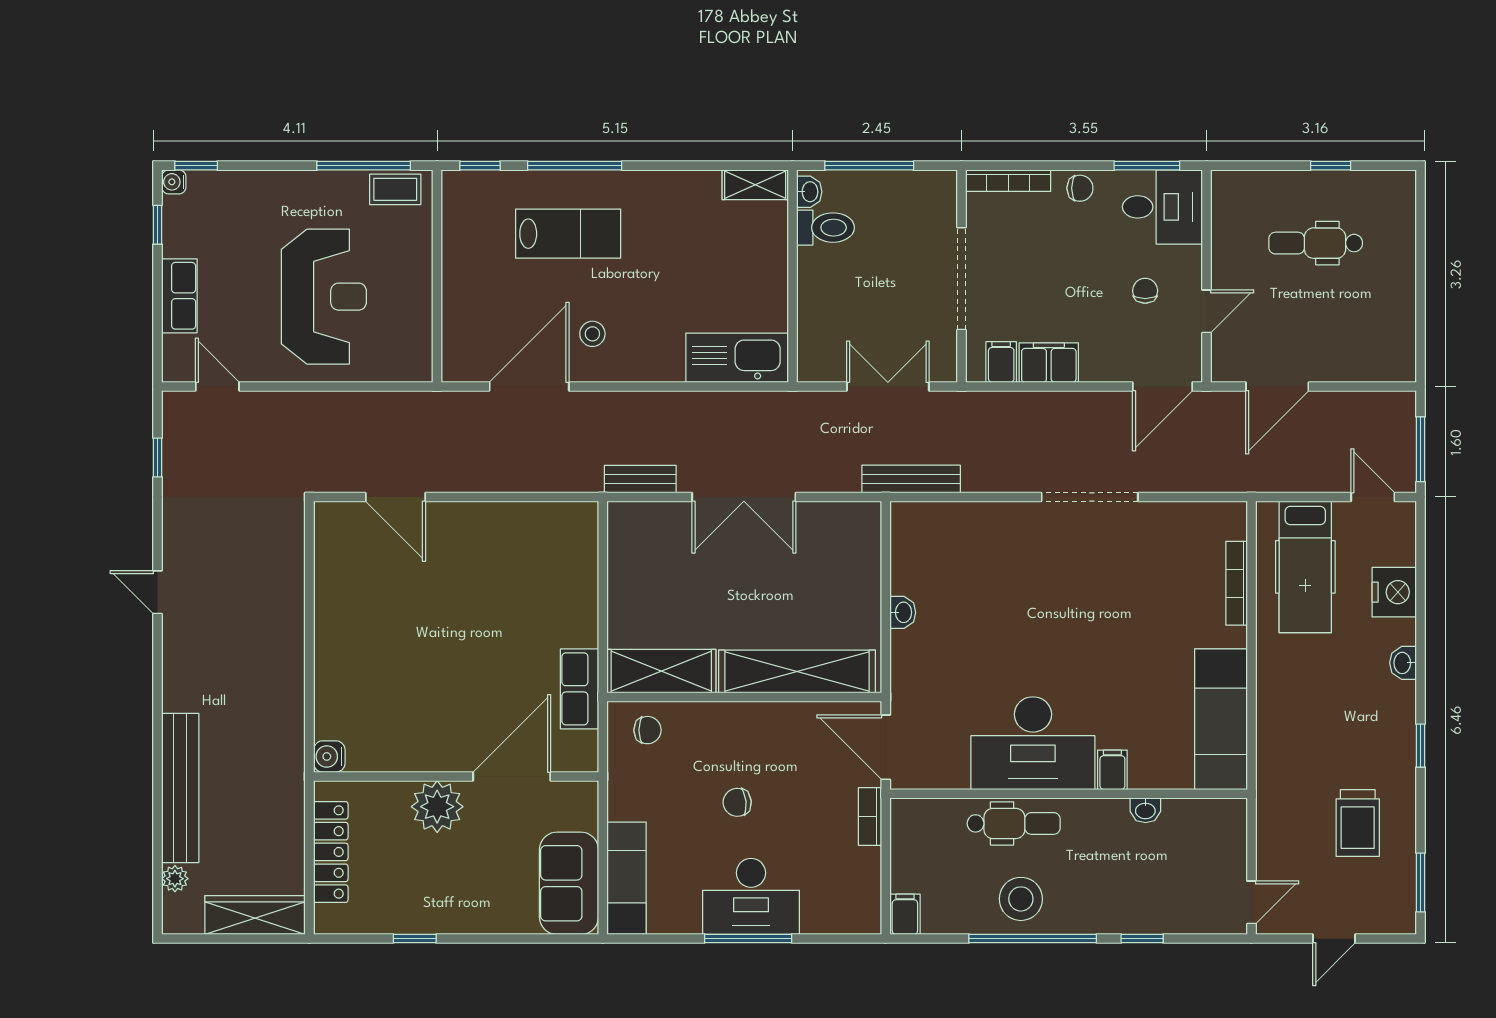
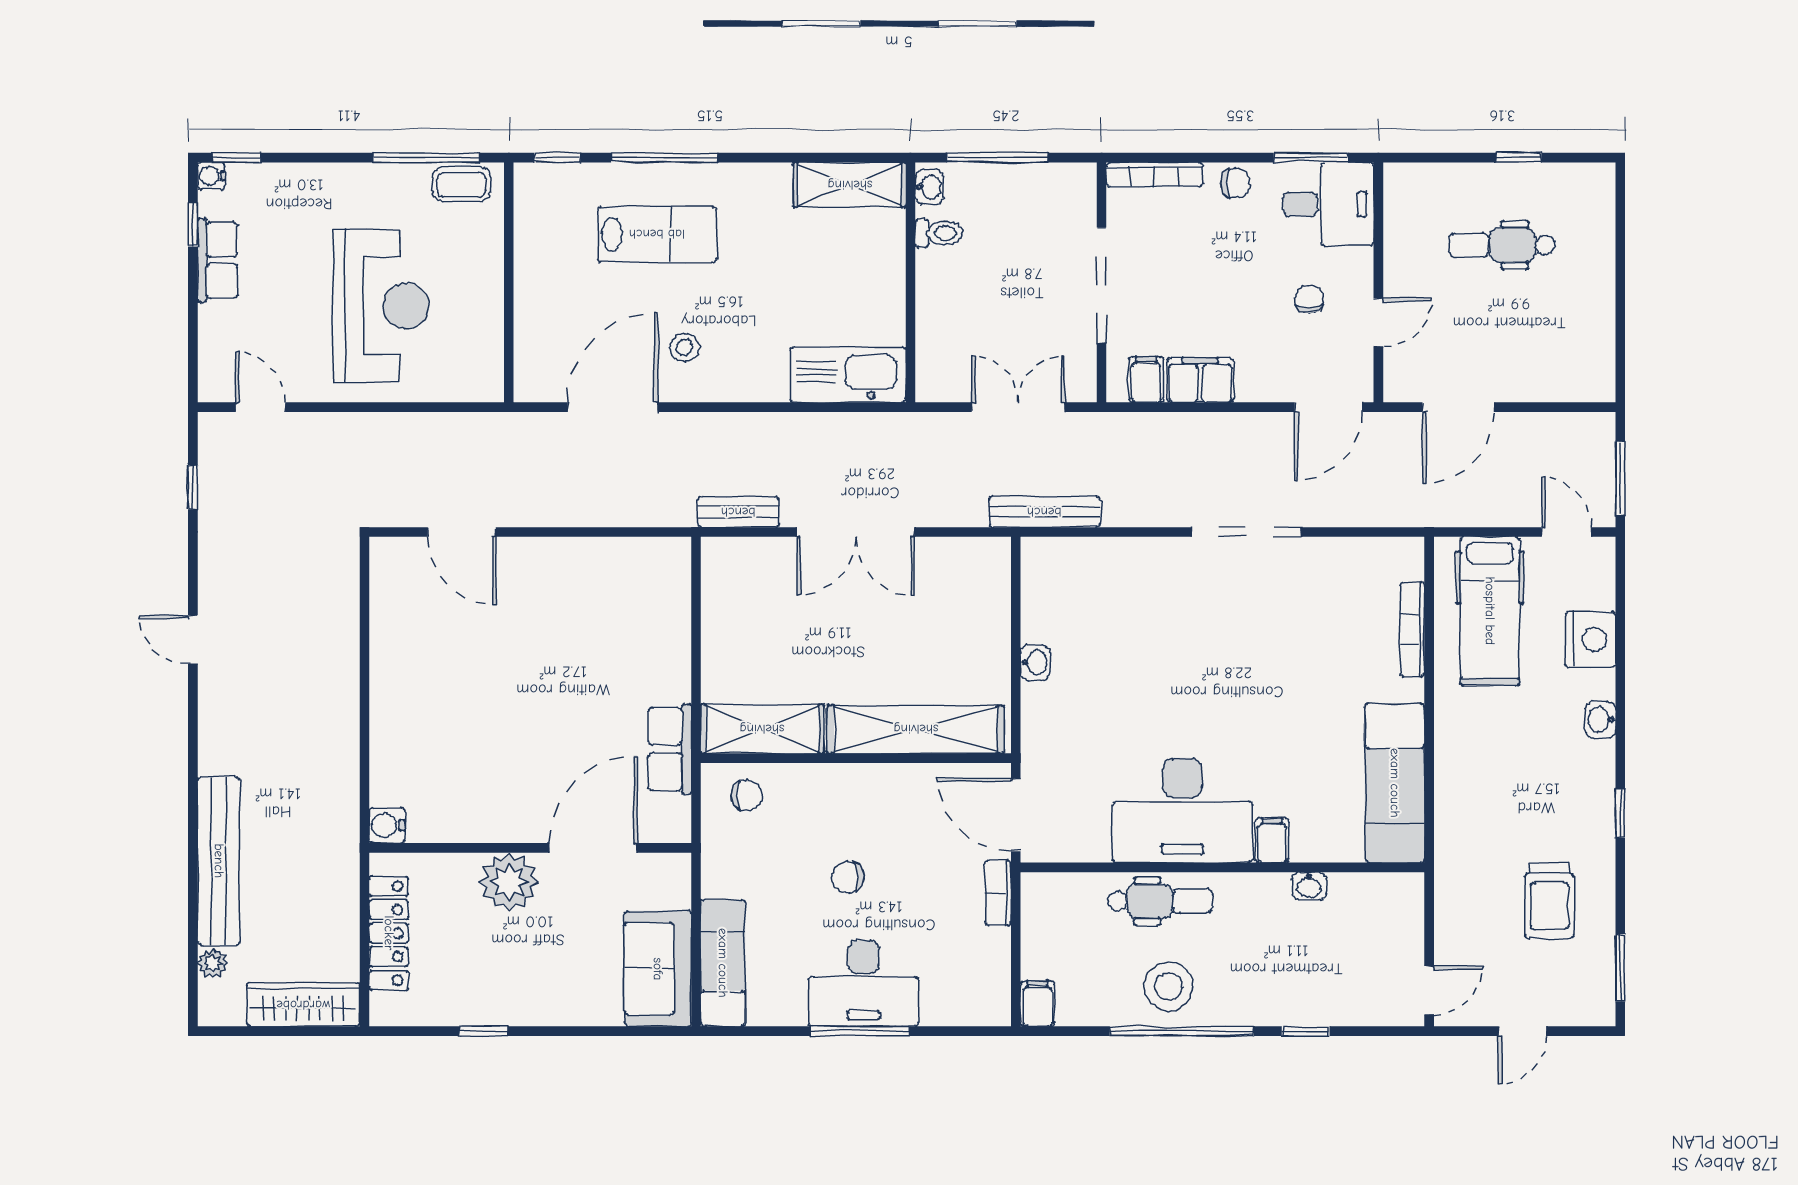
shelving: (755, 185) -> (850, 185), width x1.50, depth x1.33
toilet: (825, 228) -> (939, 233), width x0.73, depth x0.72
row of seats: (179, 296) -> (218, 260), moved

